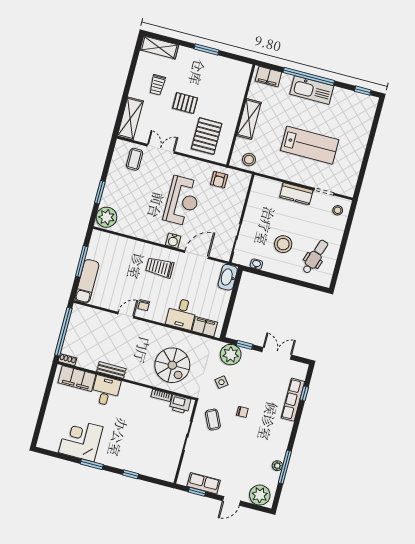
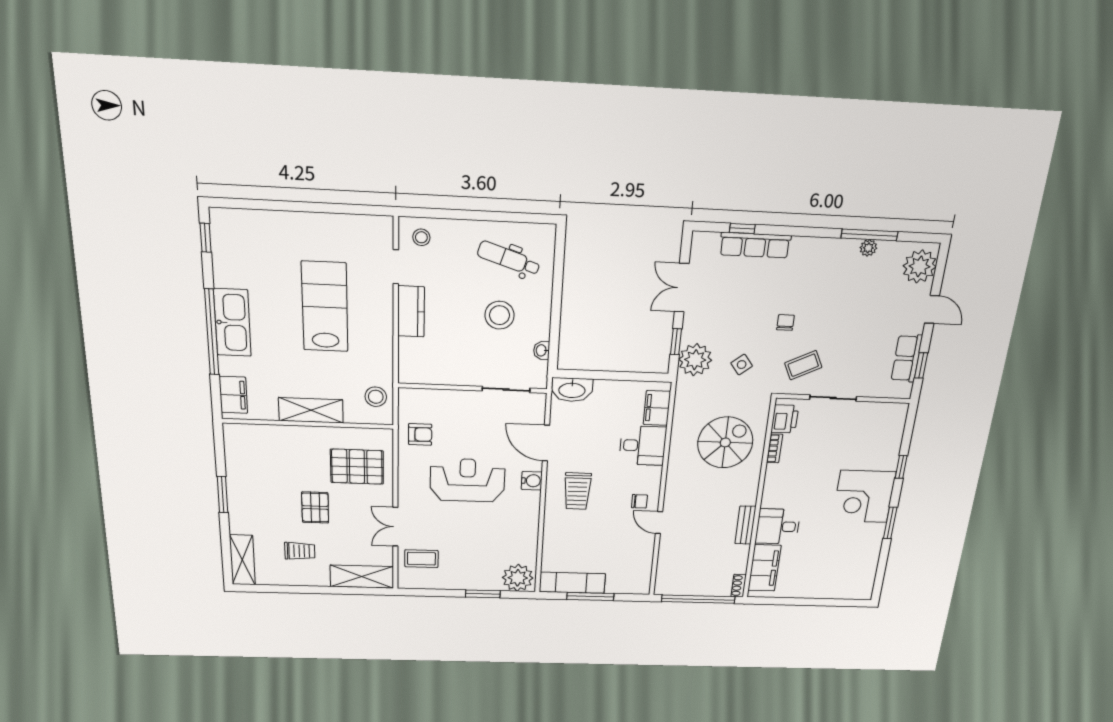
exam couch: (87, 281) -> (572, 583), moved
corner desk: (81, 440) -> (864, 496), moved

